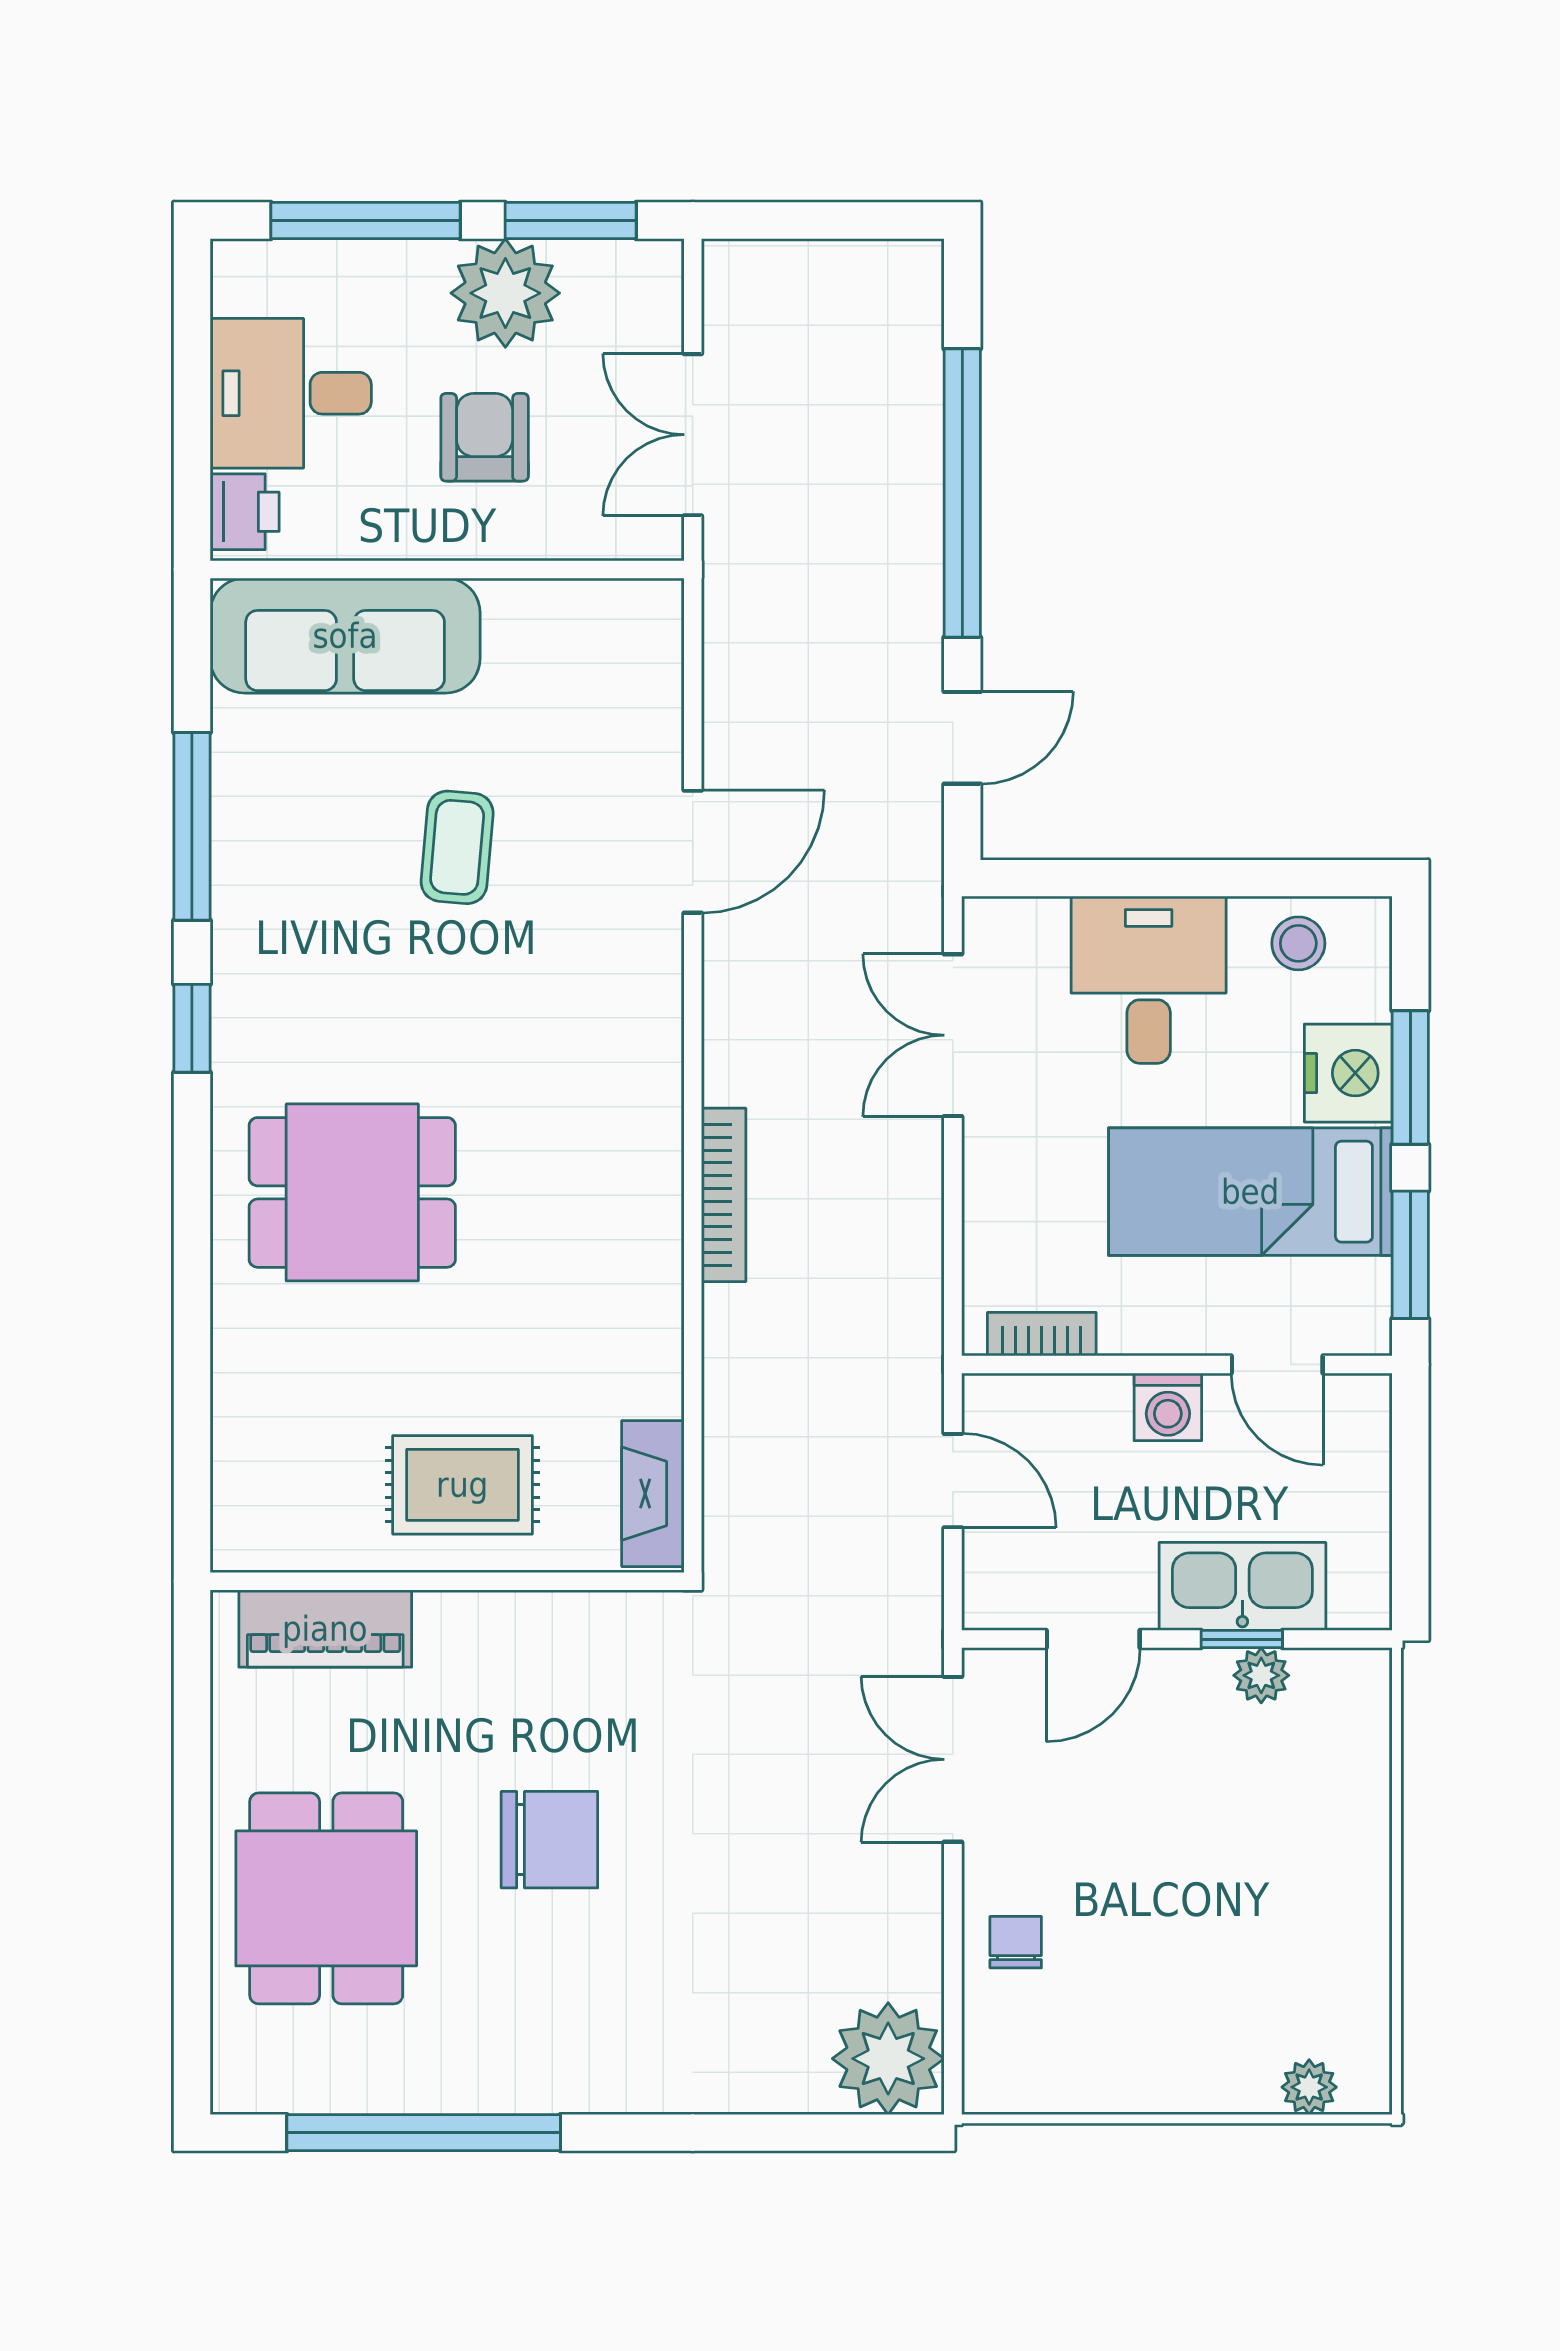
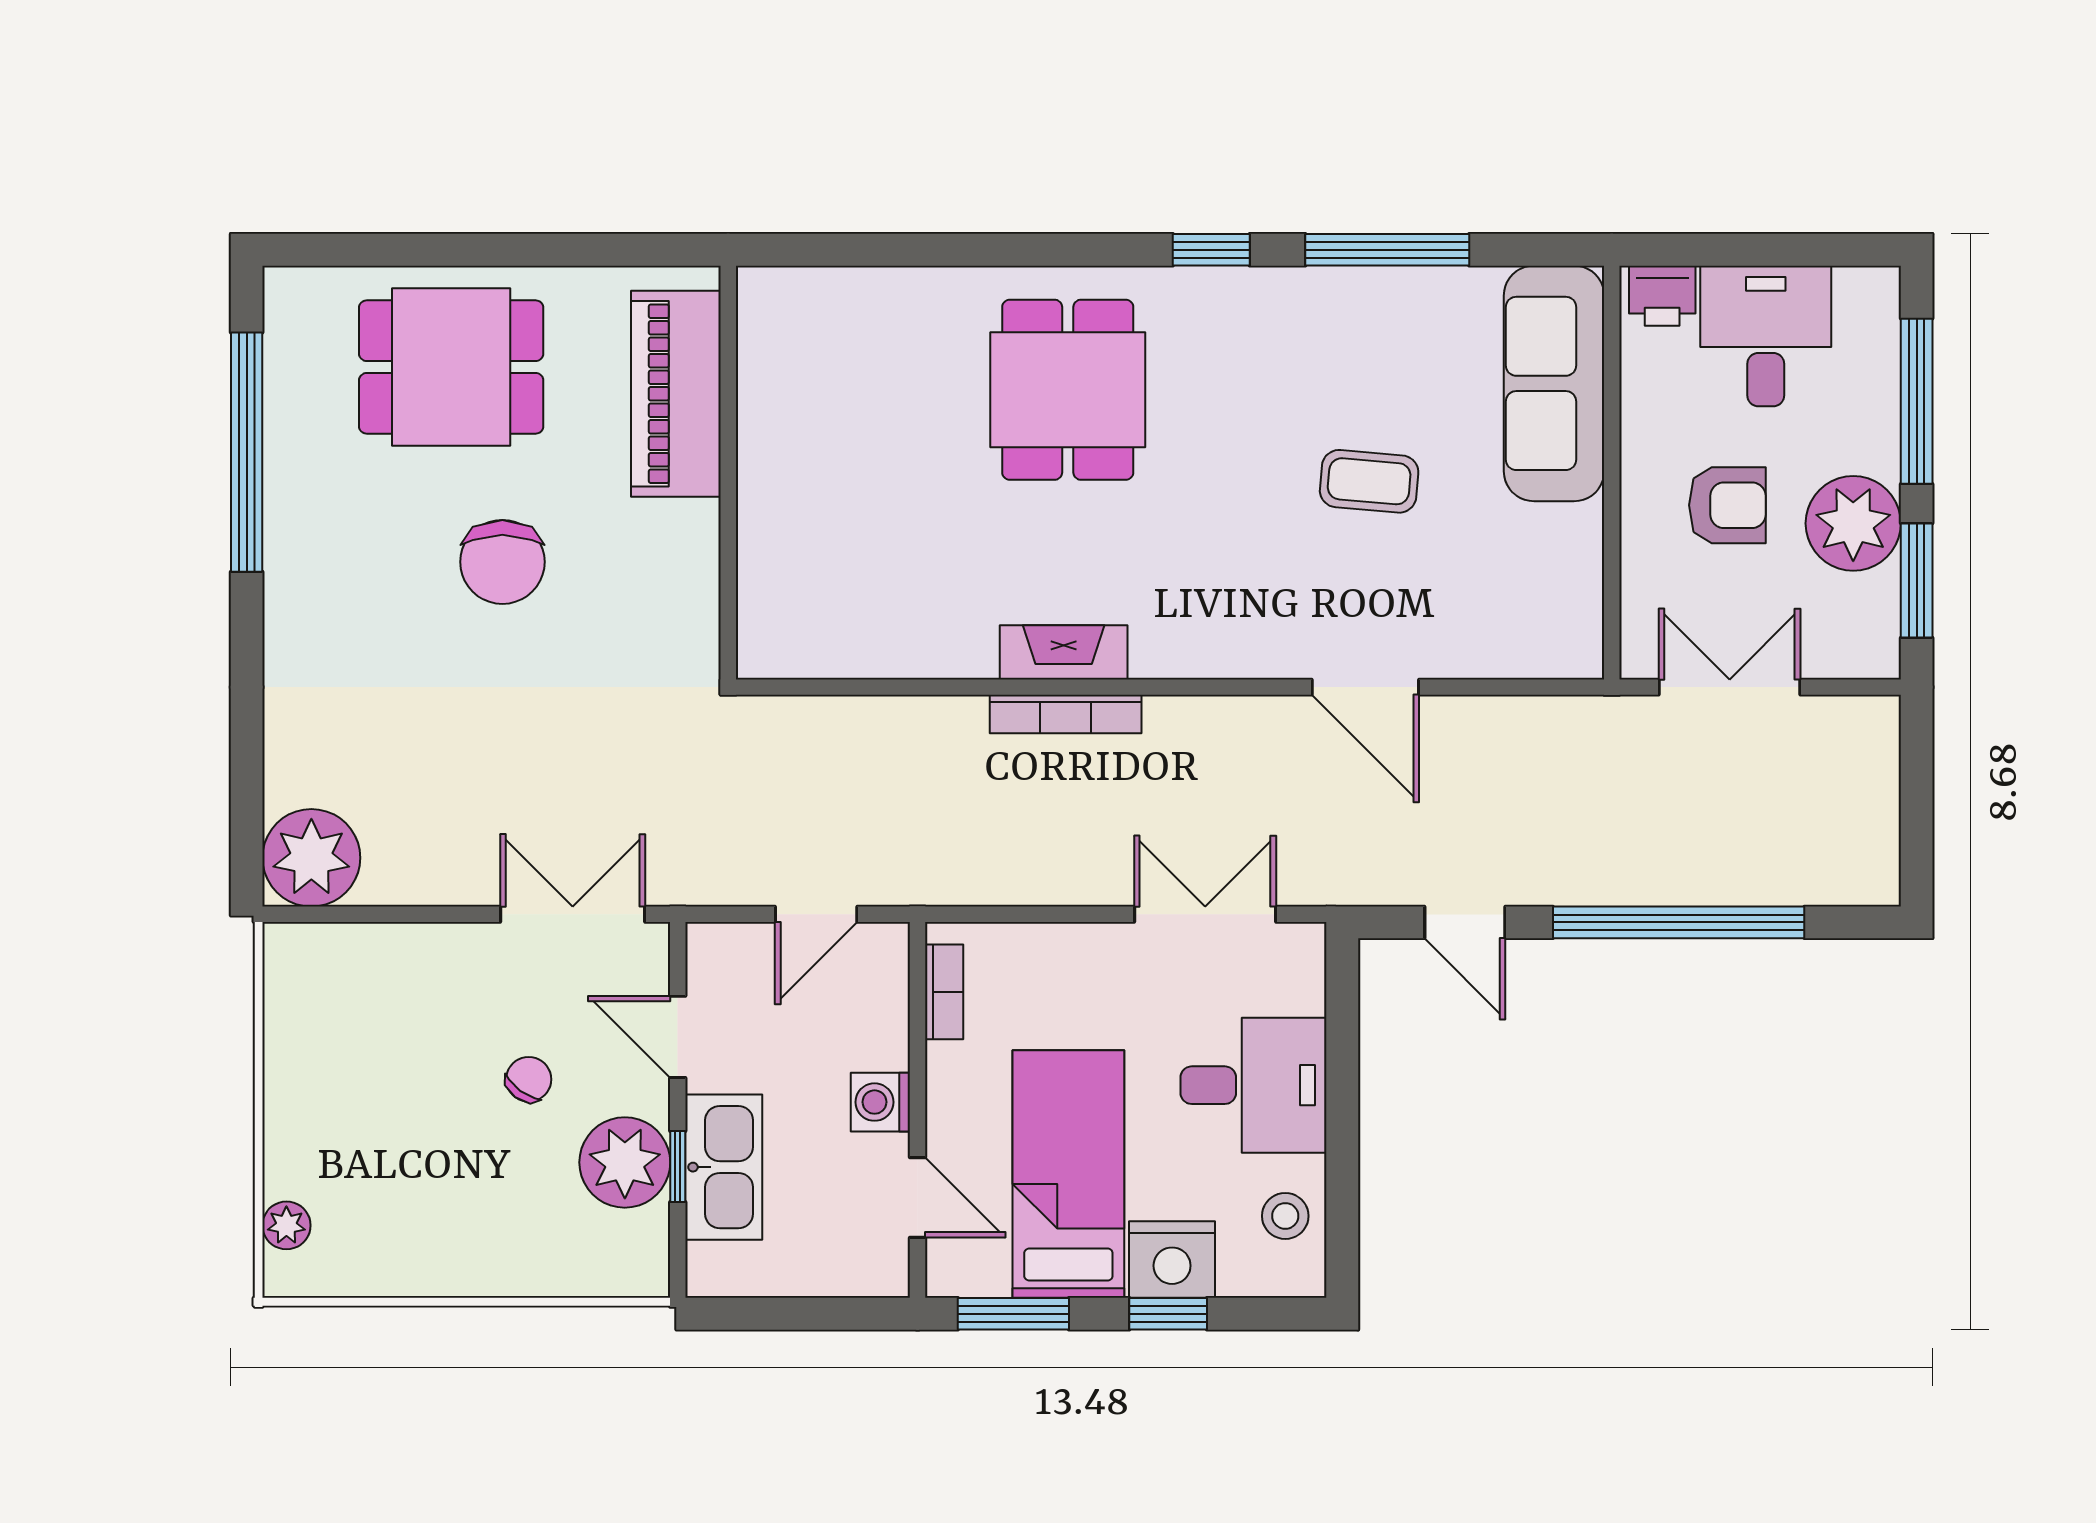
window: (1410, 1077) -> (1168, 1314), width x0.67
door: (1277, 1364) -> (918, 1197), swing flipped
rug: (462, 1485) -> (812, 486), removed
fireplace: (653, 1494) -> (1064, 652), moved
piano: (325, 1629) -> (676, 394), width x1.37, depth x1.33
plant: (1261, 1675) -> (625, 1162), width x1.88, depth x1.88
chair: (1016, 1942) -> (529, 1079), moved, turned -54

